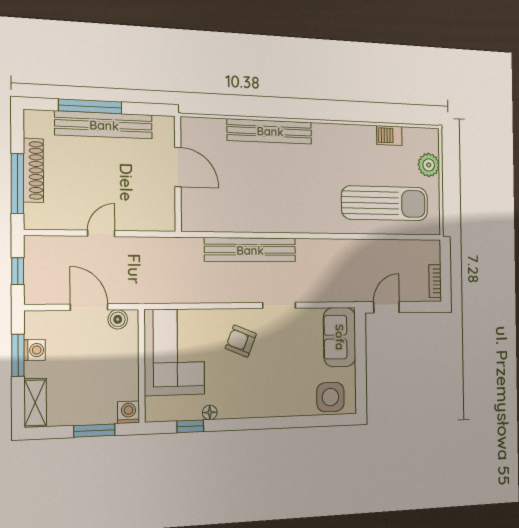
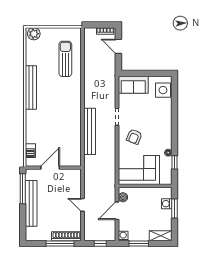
window: (90, 106) -> (23, 189), moved
bench: (270, 131) -> (31, 88), moved
barbecue: (389, 136) -> (30, 151), moved
plant: (429, 165) -> (34, 34), moved
shoe rack: (33, 170) -> (66, 236), moved
sun lounger: (385, 203) -> (65, 59), width x0.73, depth x0.75
door: (386, 307) -> (118, 46), moved
washing machine: (35, 350) -> (123, 236), moved
washing machine: (128, 412) -> (167, 204), moved

